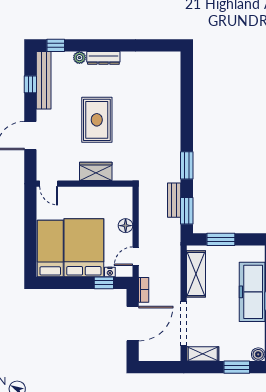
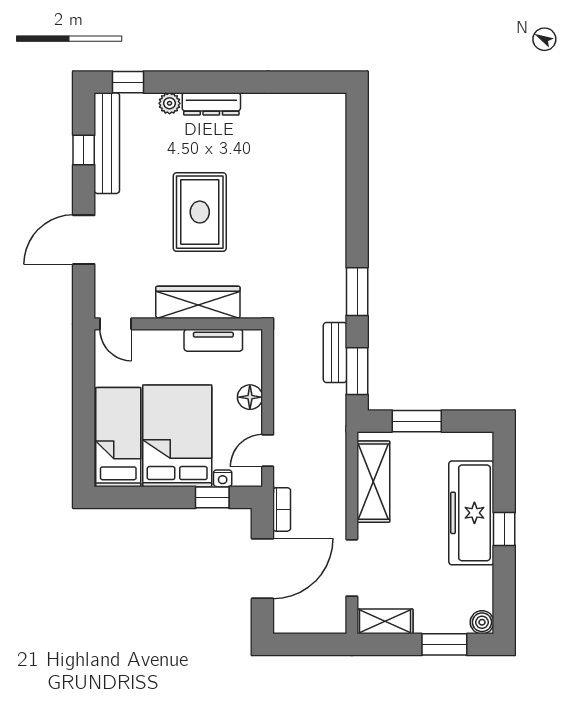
wardrobe: (96, 171) -> (198, 302), width x1.50
tv unit: (105, 193) -> (213, 340), added
doorway: (184, 323) -> (352, 568), width x0.73

